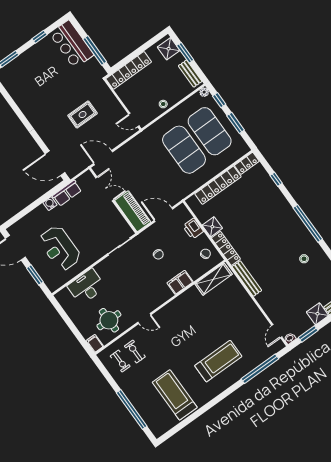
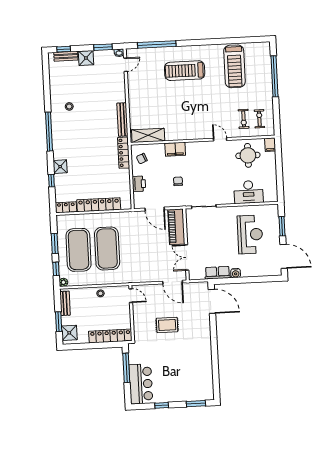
shower: (212, 227) -> (60, 167), moved

